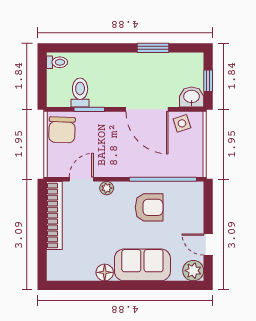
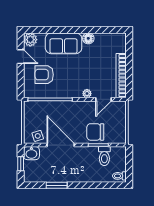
chair: (62, 130) -> (95, 132), moved, turned -92
armchair: (149, 207) -> (44, 75), moved

